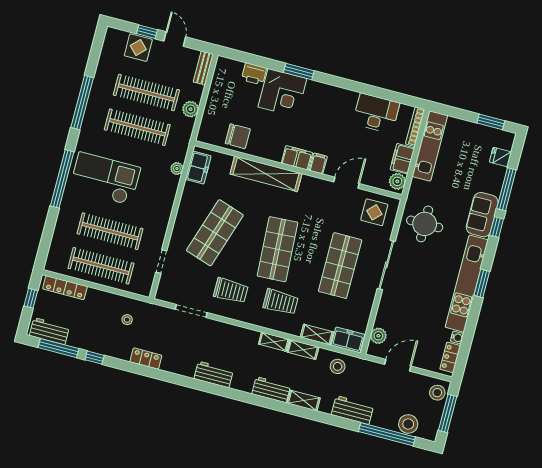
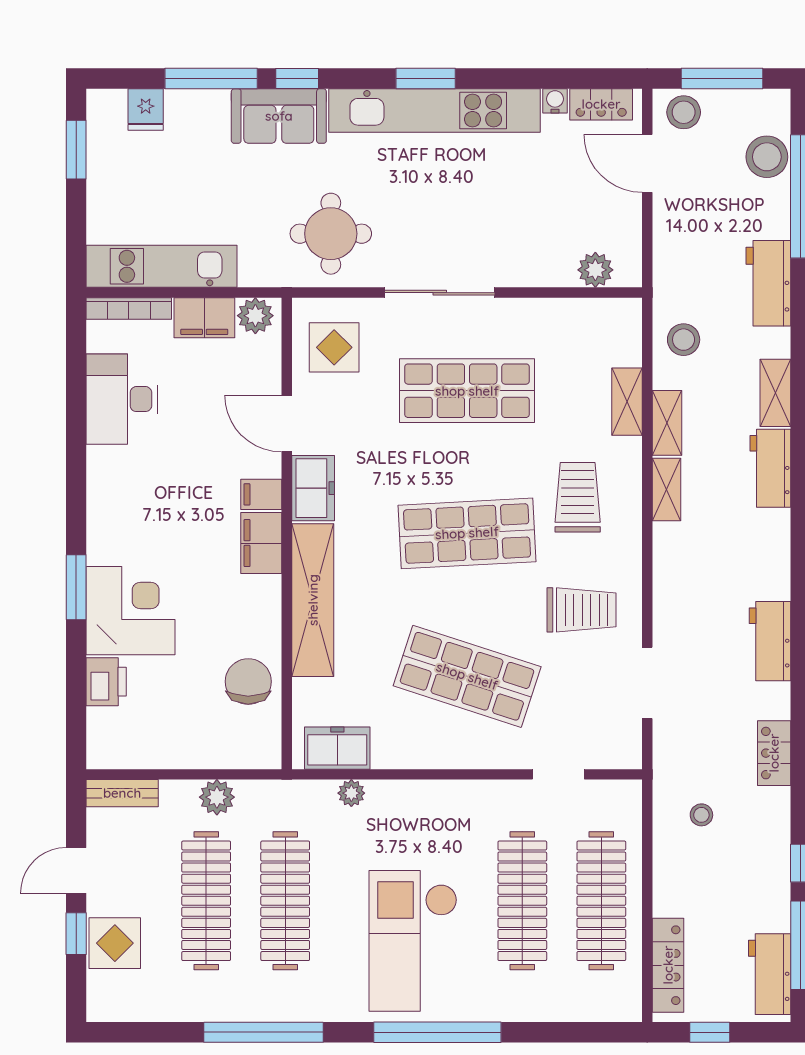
trolley: (231, 291) -> (582, 610), turned 90
freezer: (348, 340) -> (313, 488), moved, turned 180
door: (398, 365) -> (647, 163), moved
workbench: (214, 374) -> (770, 641), moved

